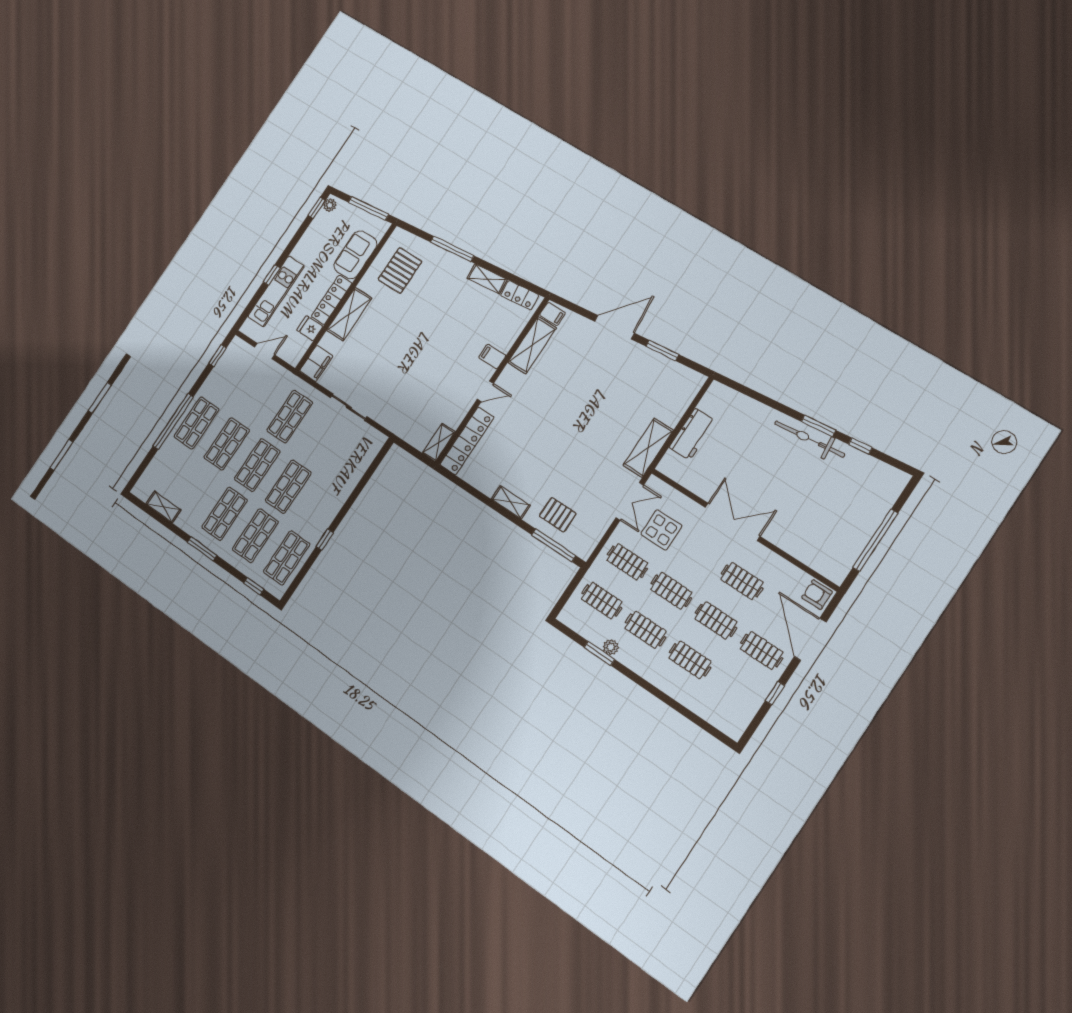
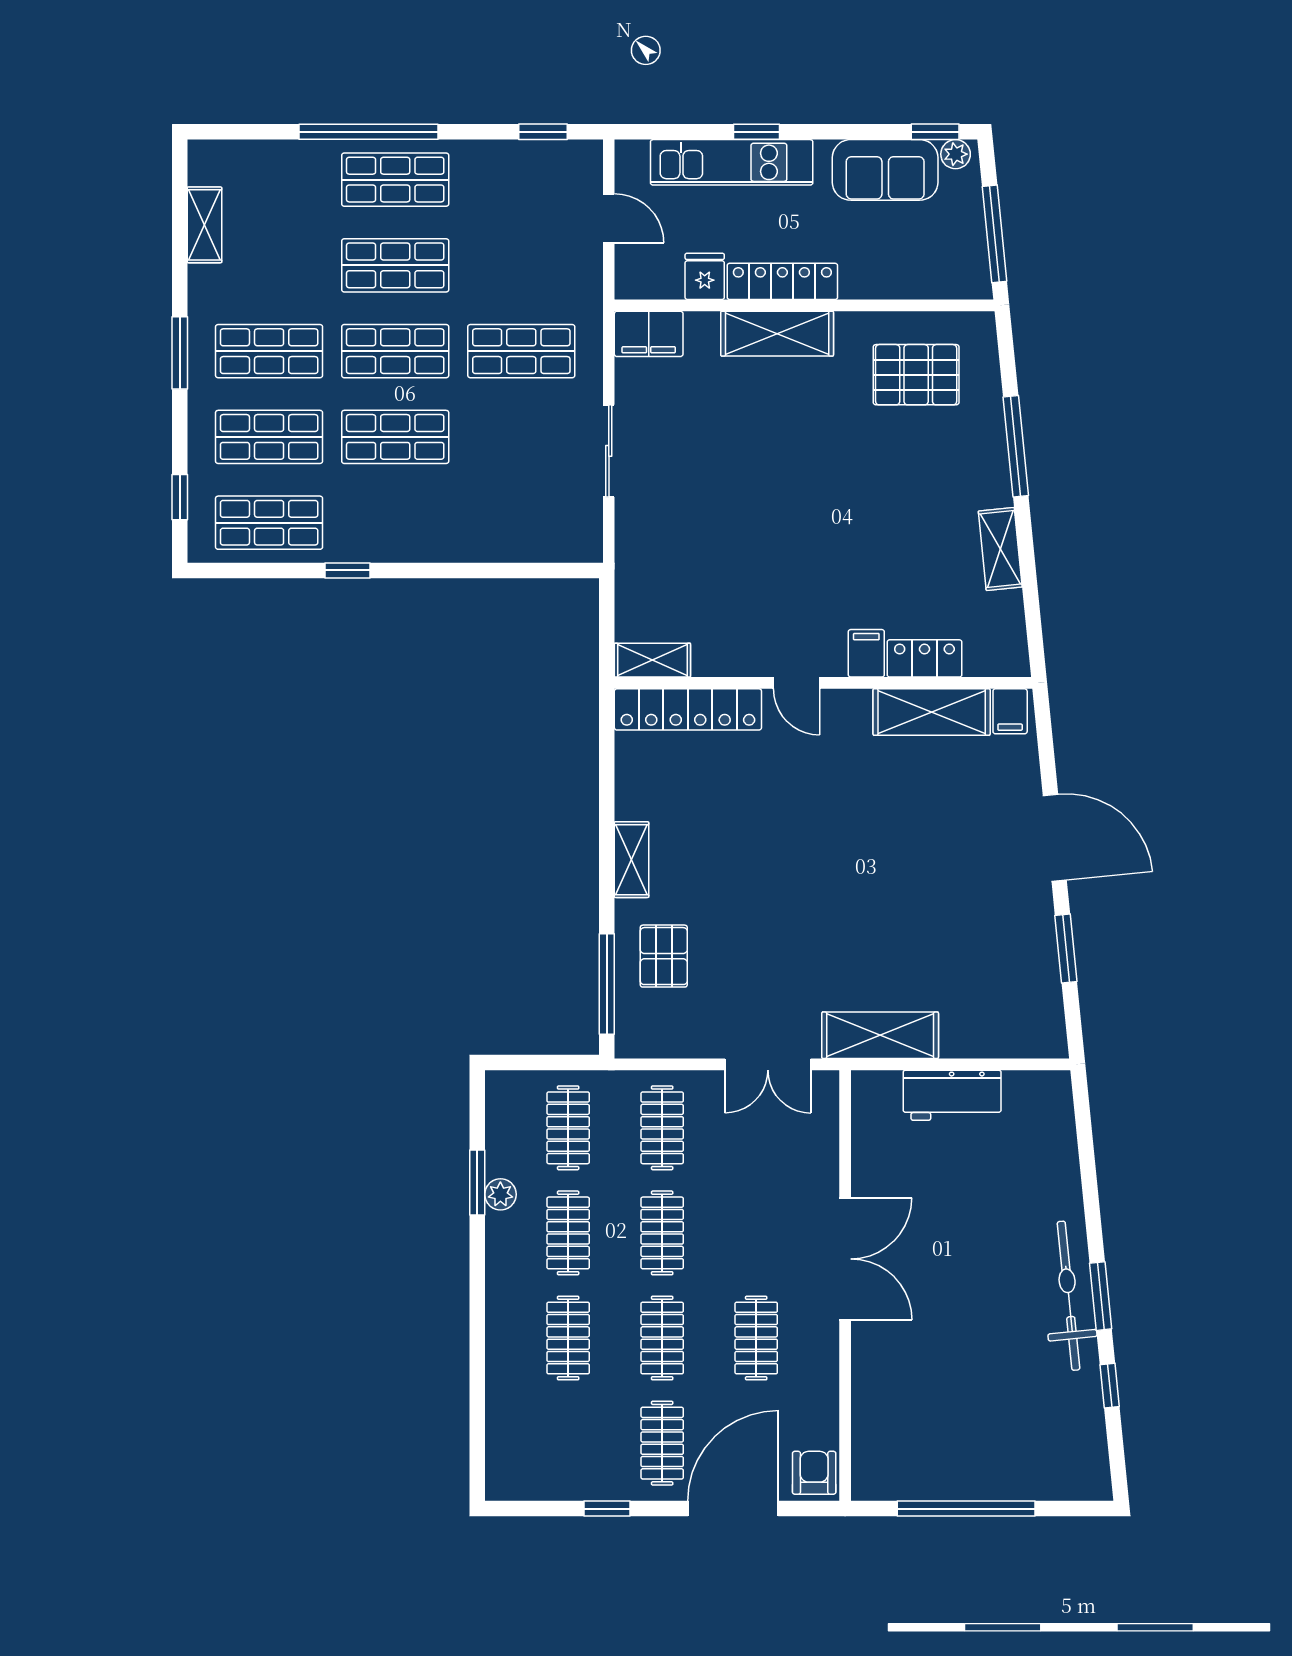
sofa: (355, 255) -> (885, 170), moved, turned 180
locker: (520, 295) -> (924, 658), moved, turned 96
display table: (661, 530) -> (754, 1150), removed

